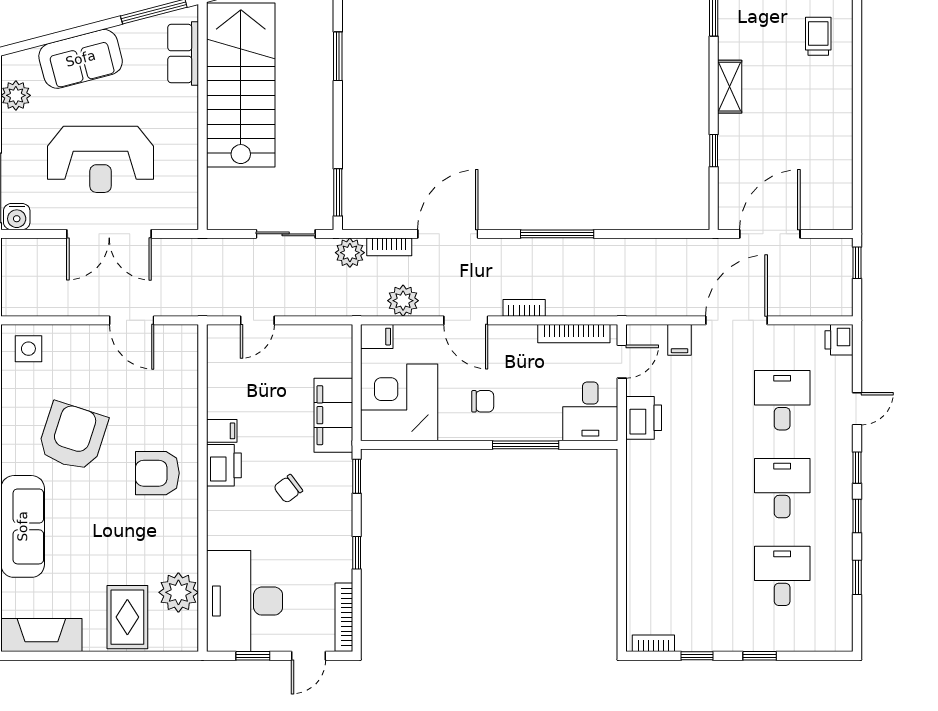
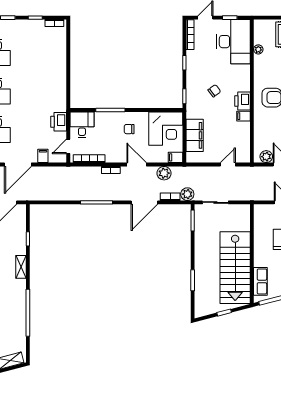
plant: (170, 338) -> (266, 157), added
filing cabinet: (333, 415) -> (195, 135), moved
plant: (178, 592) -> (258, 49), width x0.53, depth x0.53

